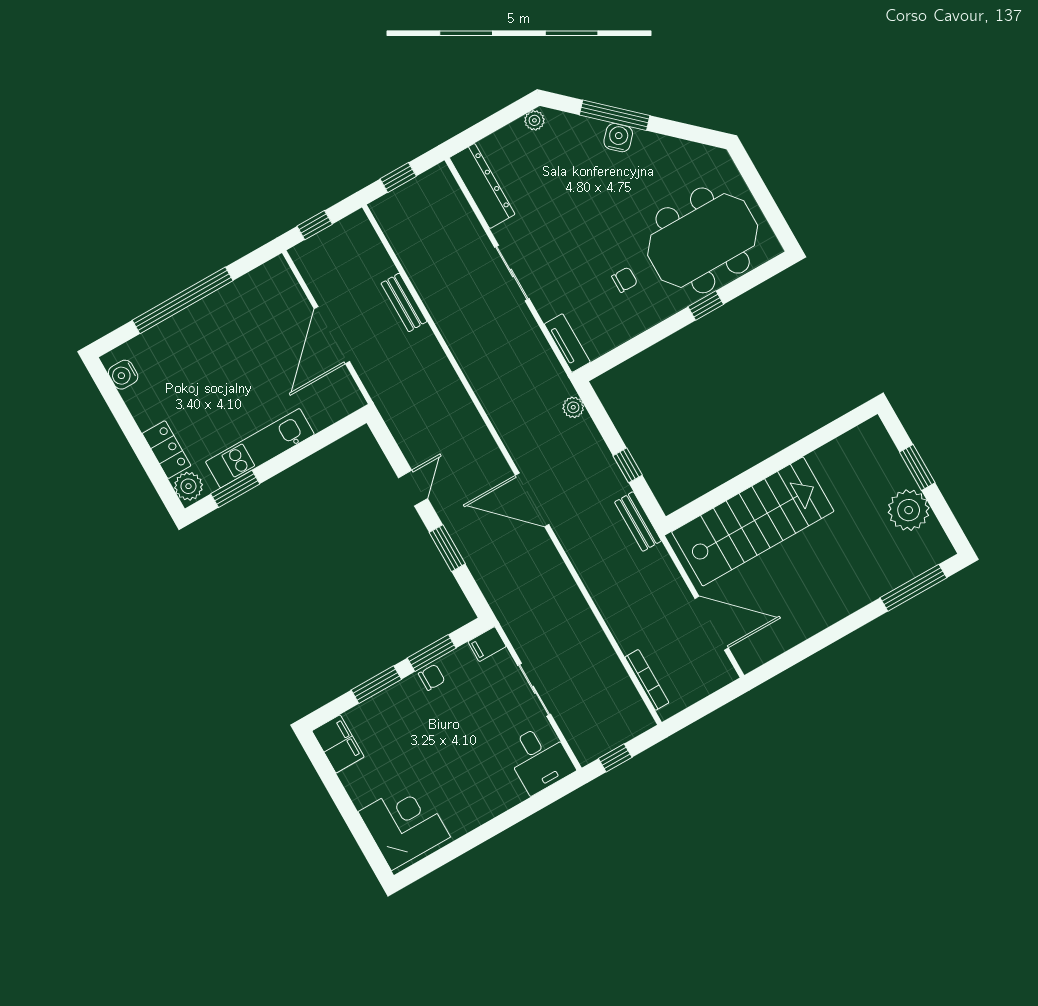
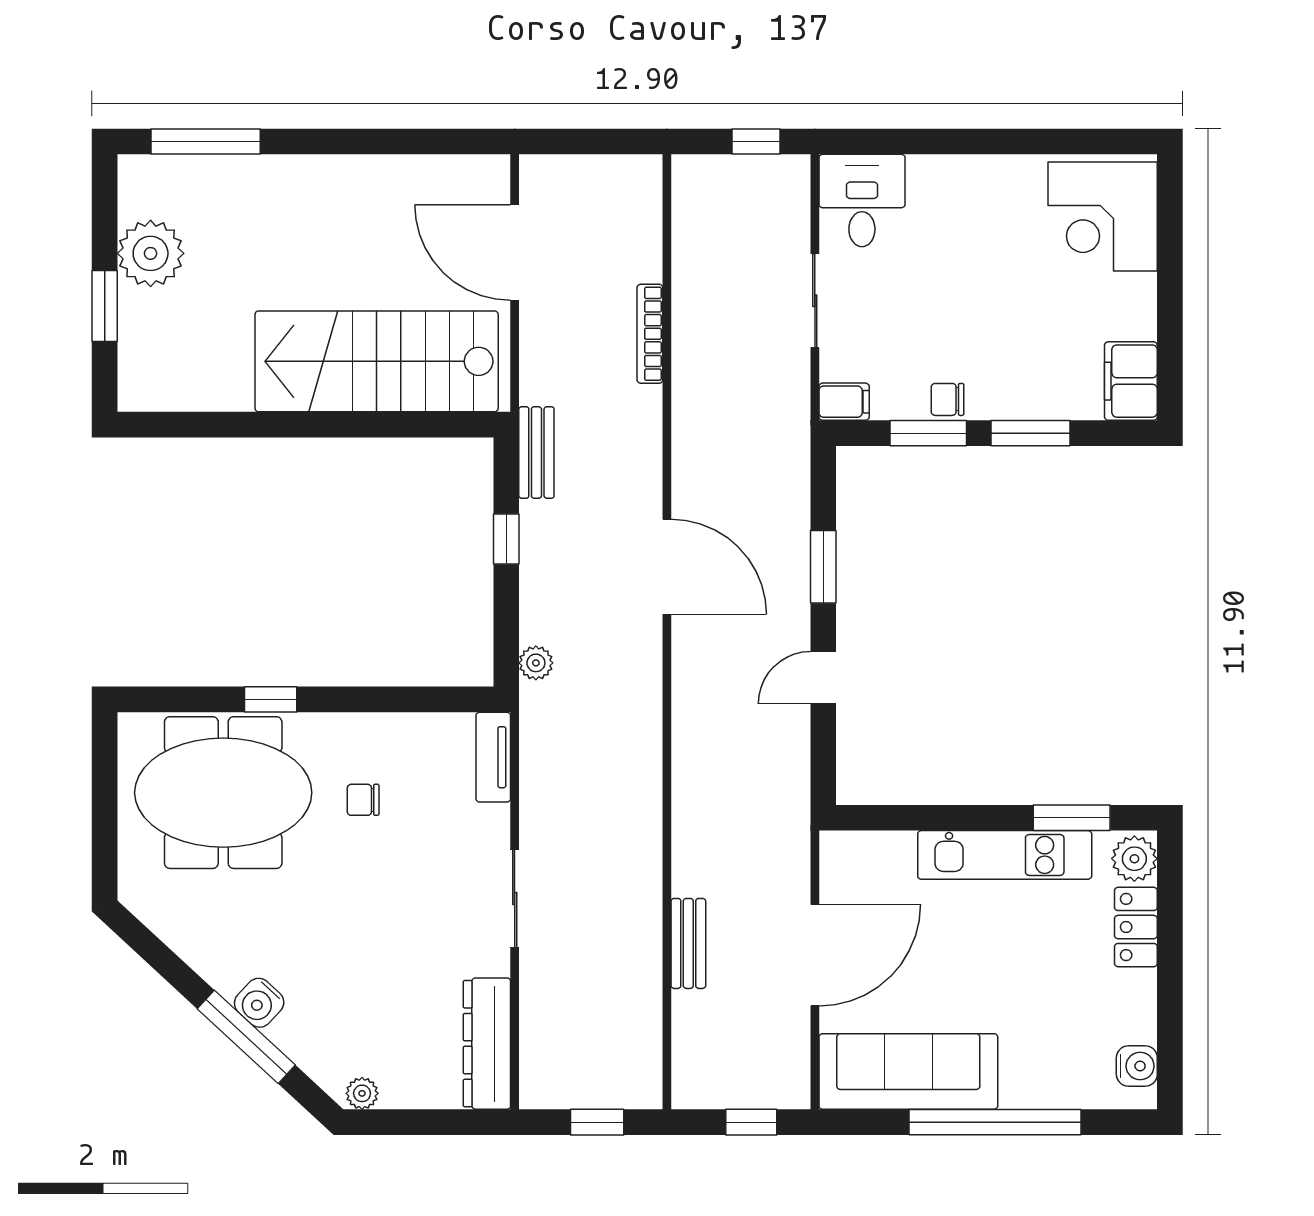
sofa: (245, 301) -> (908, 1071), added
bookcase: (647, 680) -> (650, 334), moved

